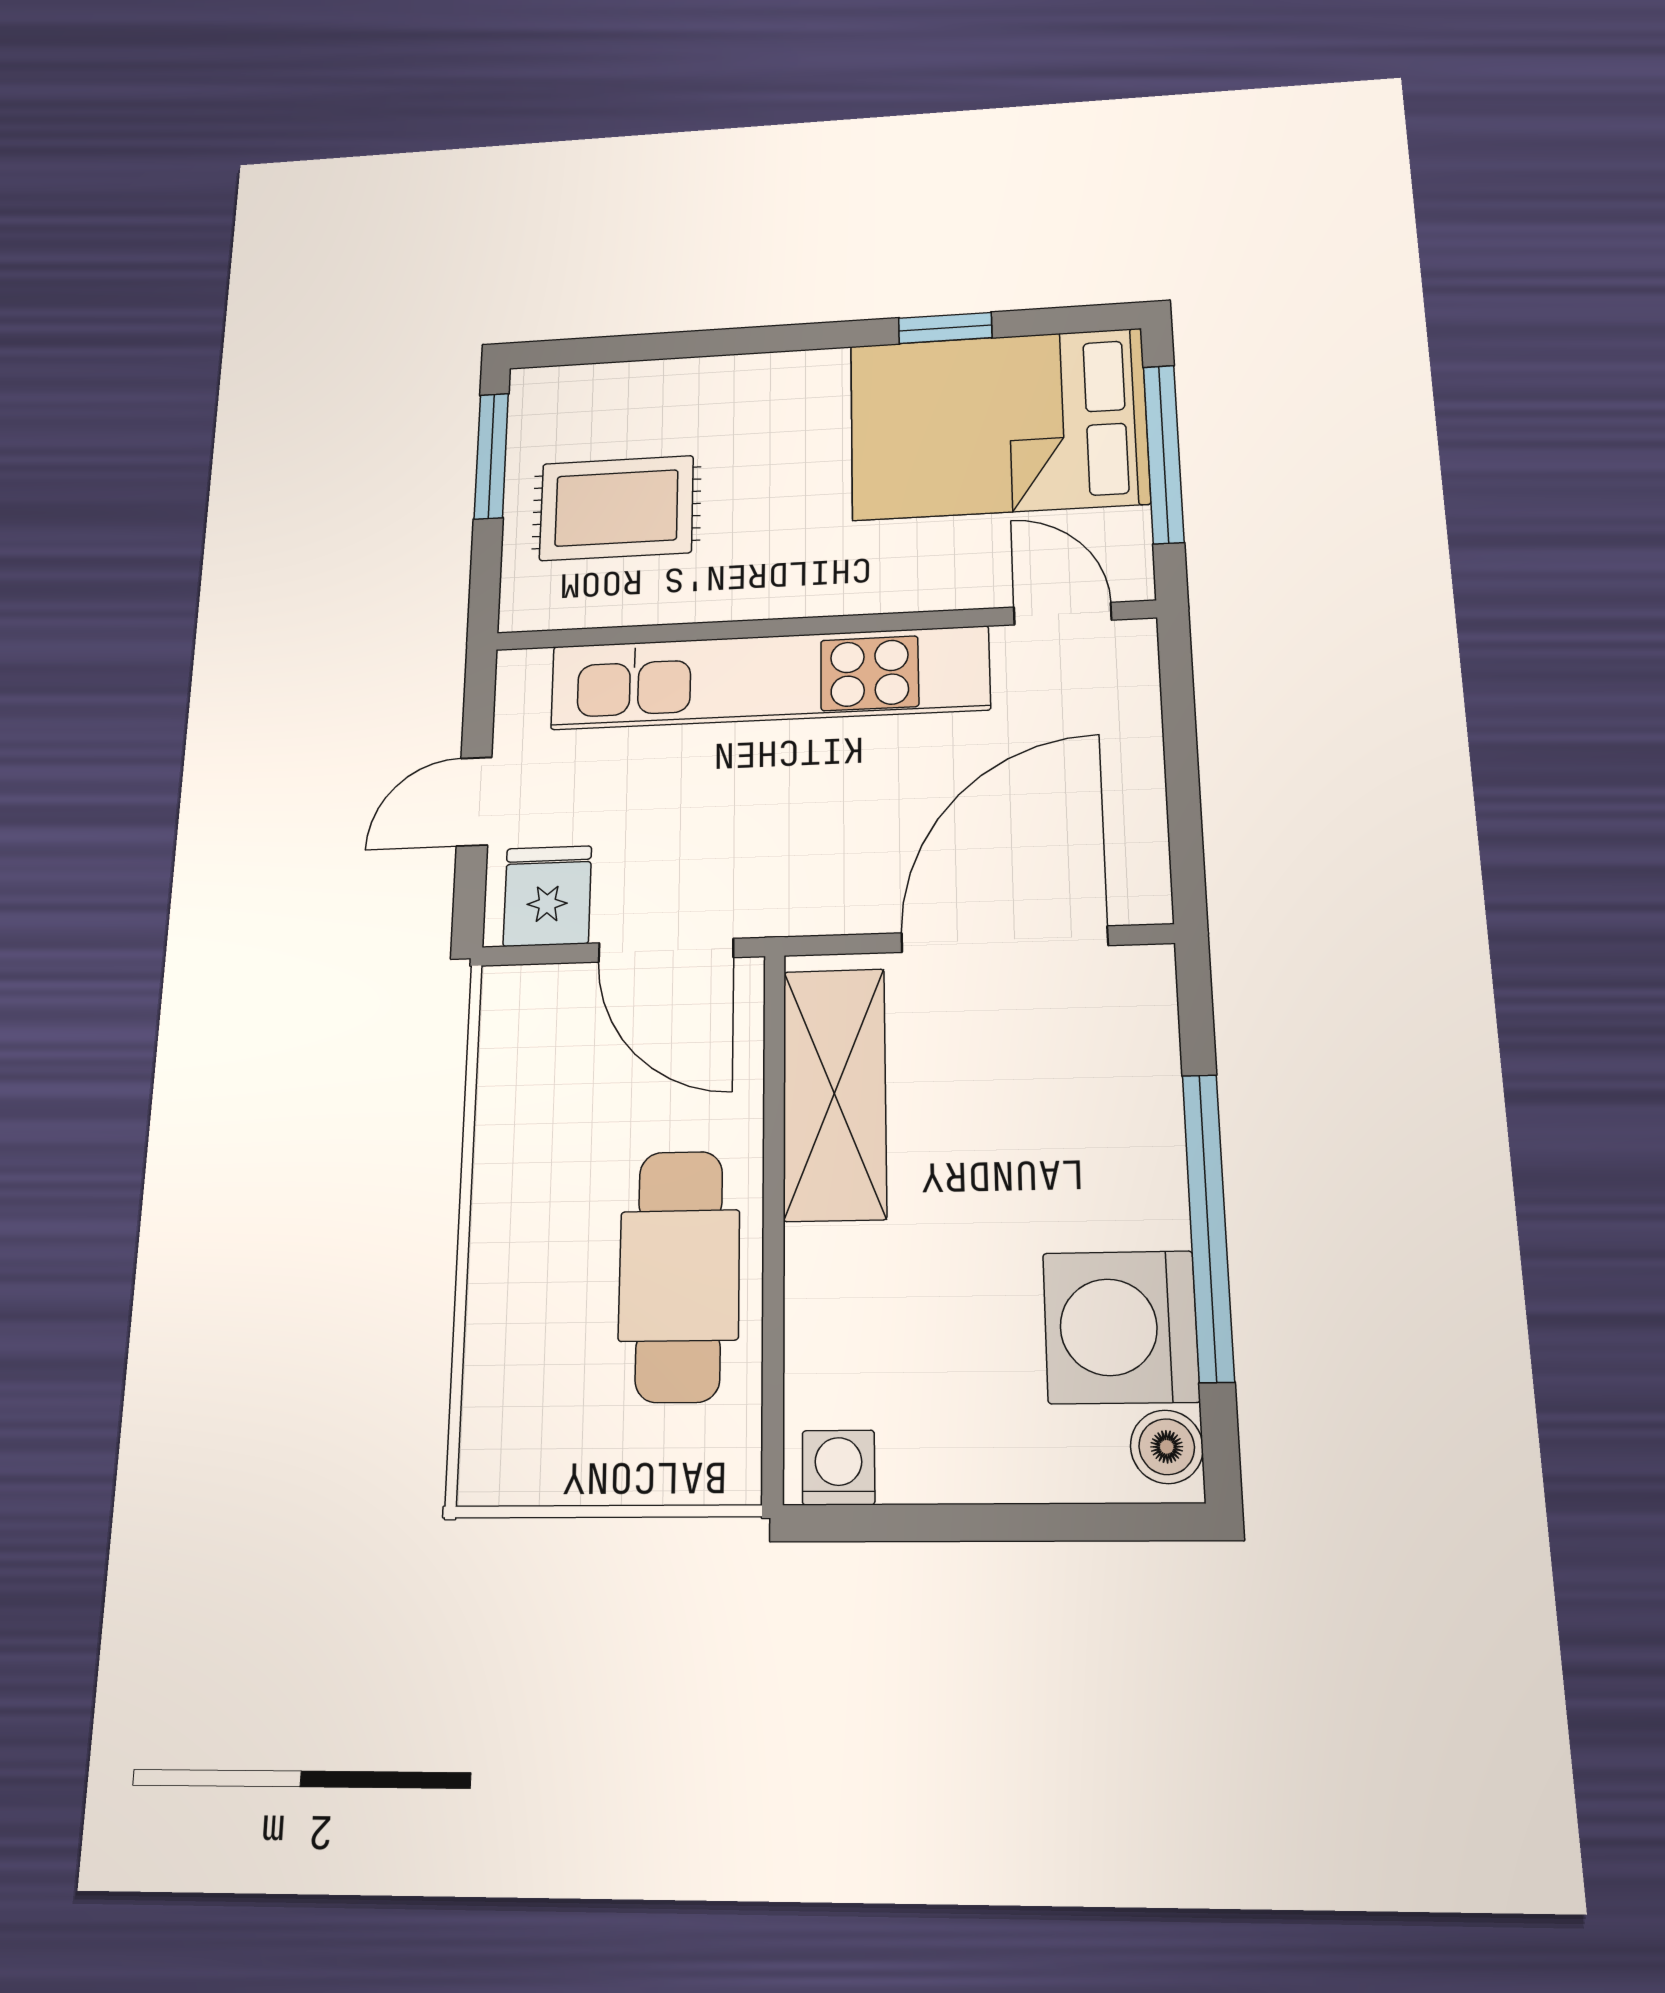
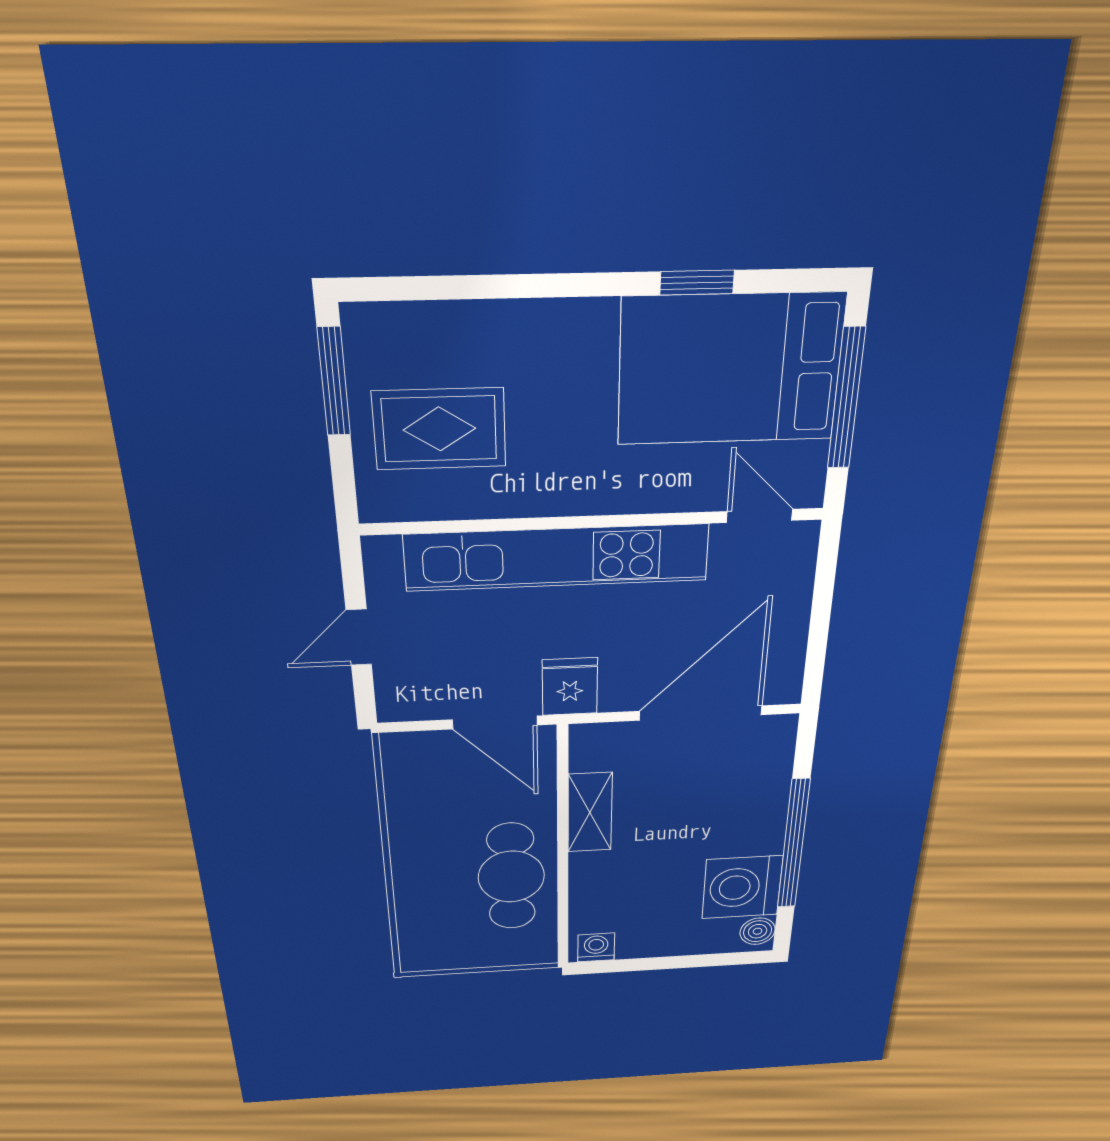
fridge: (547, 896) -> (570, 687), moved
shelving: (834, 1094) -> (590, 812), width x0.67, depth x0.75

